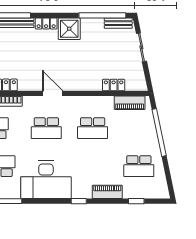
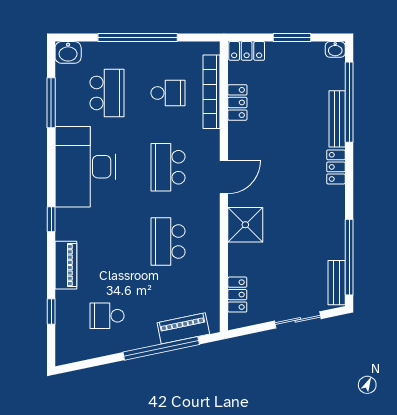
shower: (69, 29) -> (245, 225), moved
locker: (114, 85) -> (237, 295), moved
piano: (130, 103) -> (183, 328), moved, turned 78
school desk: (139, 166) -> (107, 316), width x0.54

